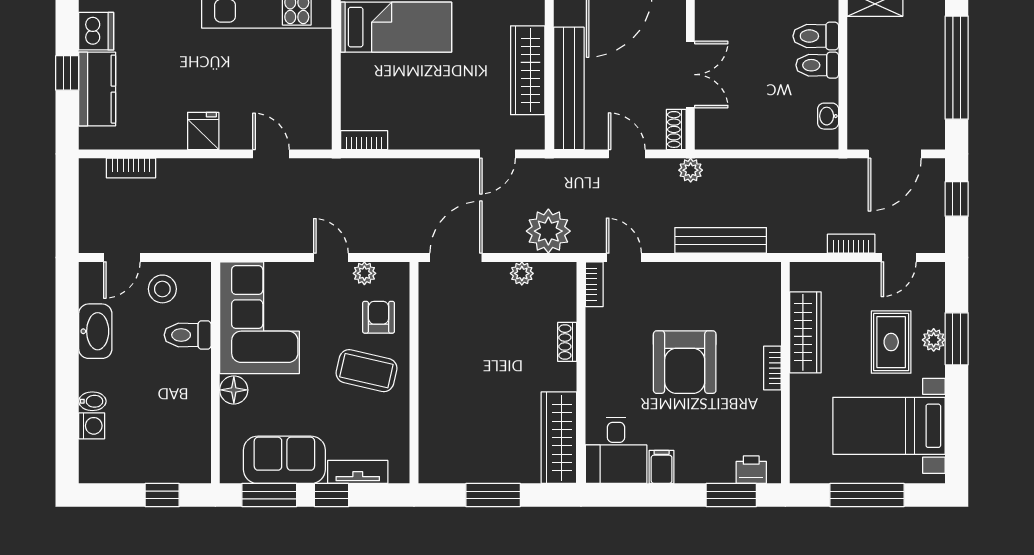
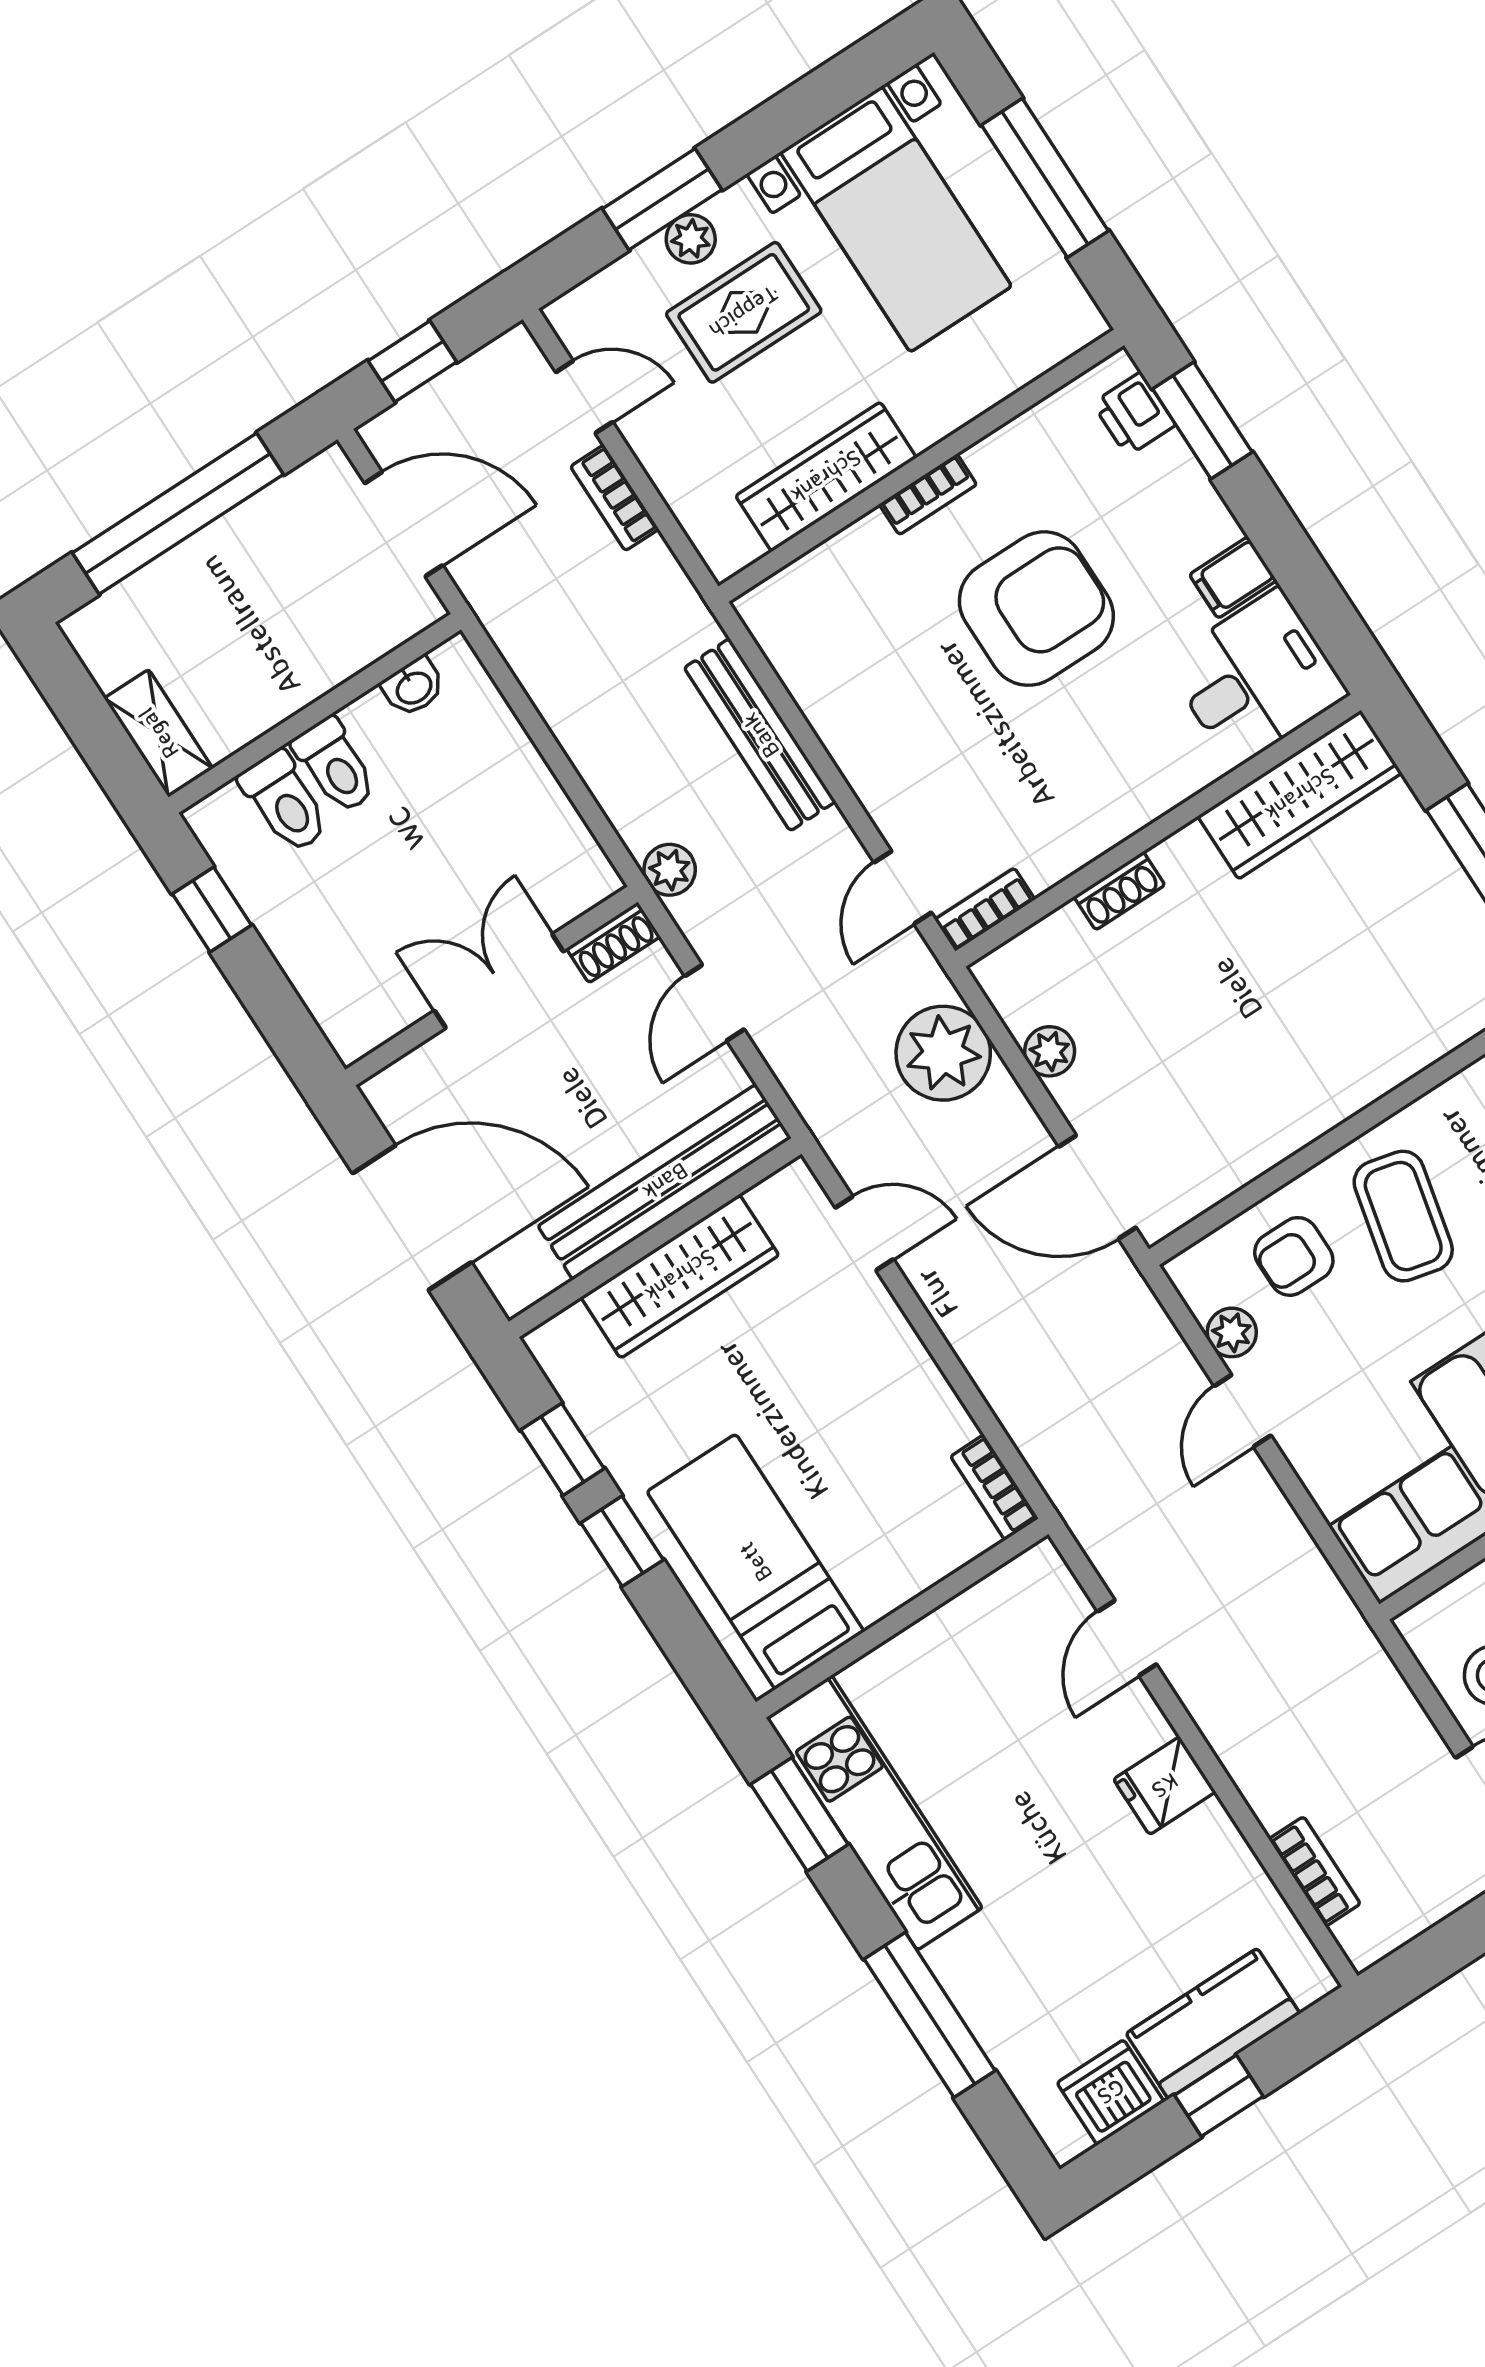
armchair: (685, 362) -> (1036, 609), moved

